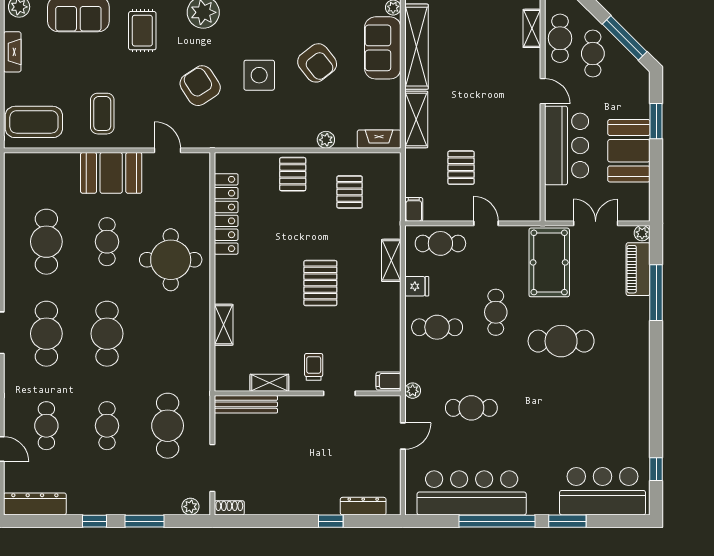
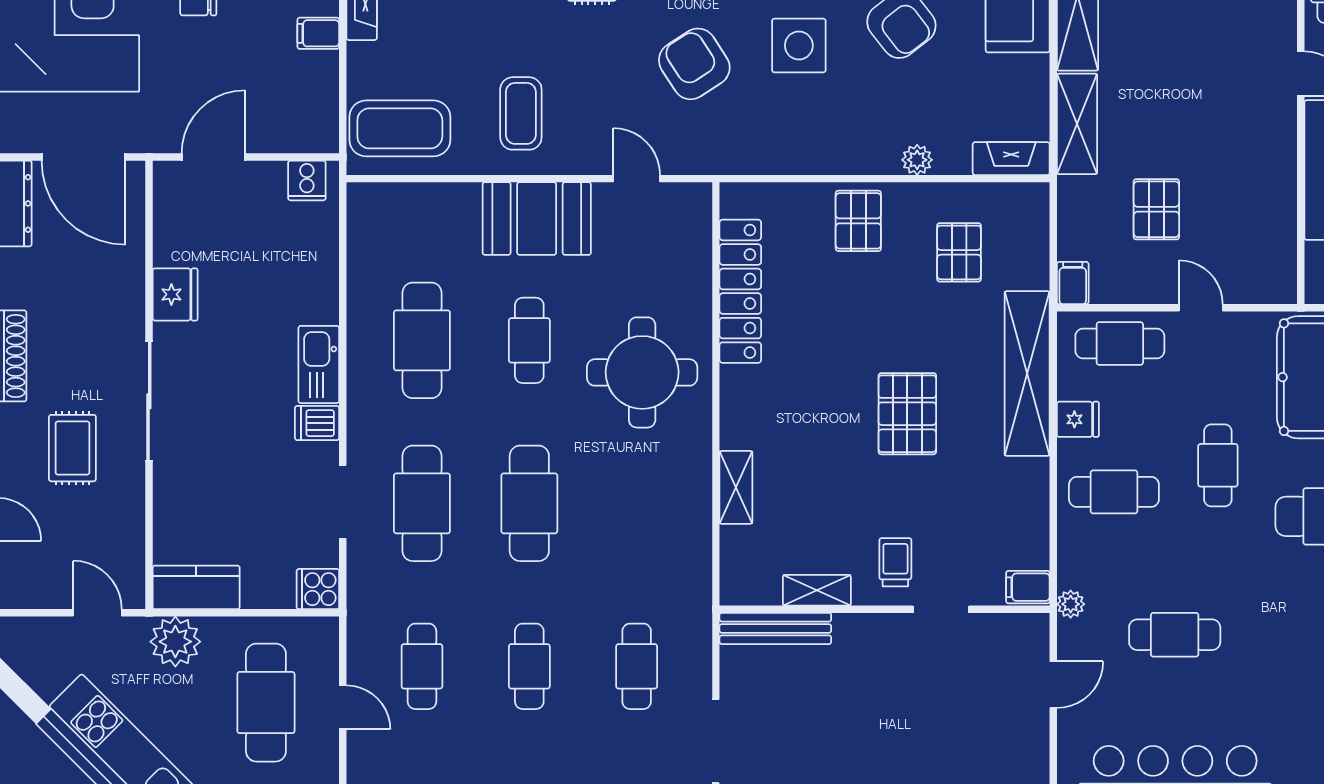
shelving: (391, 260) -> (1027, 373), width x2.20, depth x1.33
cafe table: (168, 426) -> (637, 666), width x0.73, depth x0.74

